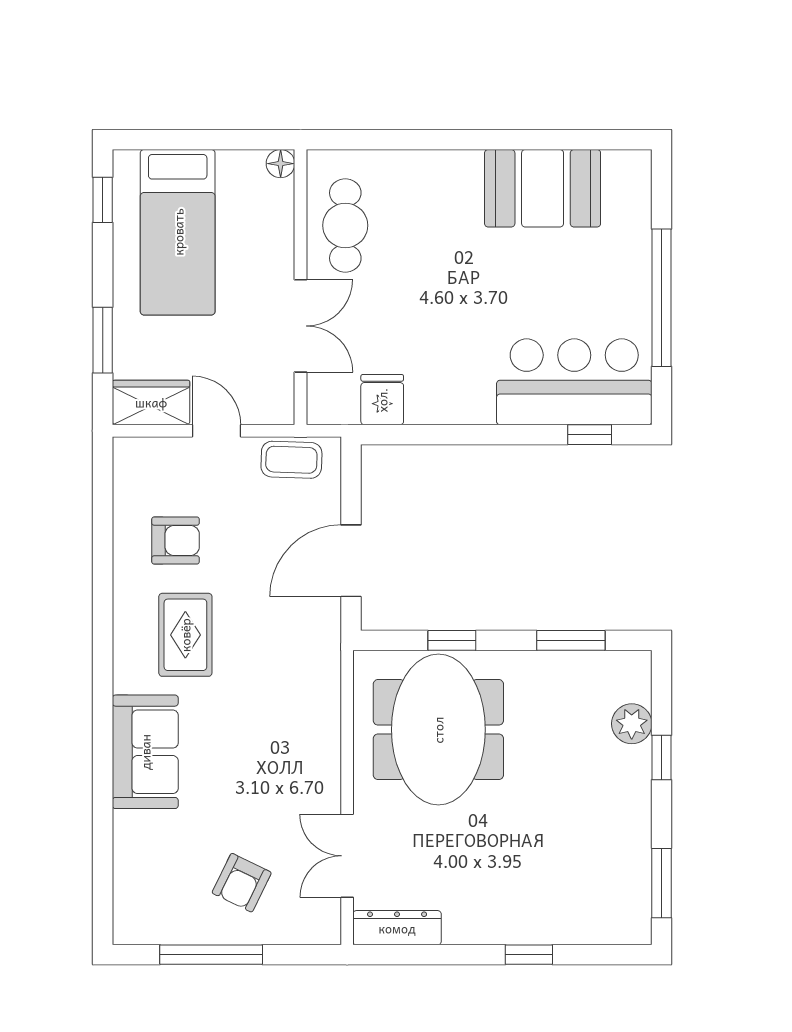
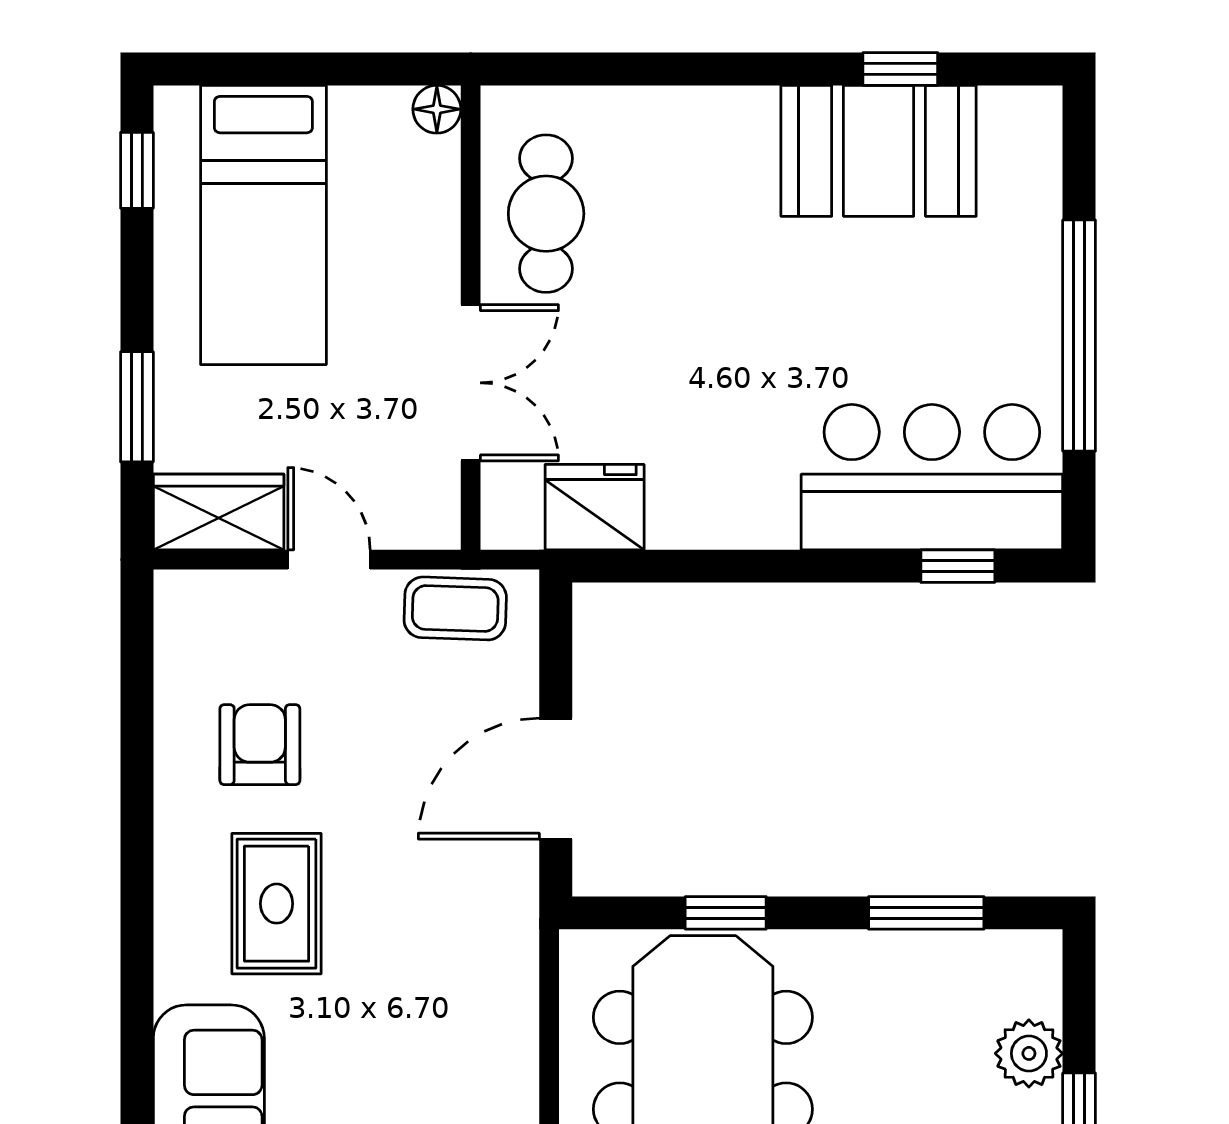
window: (555, 140) -> (900, 69), added
fridge: (382, 400) -> (595, 507), width x1.38
armchair: (176, 540) -> (260, 745), turned -90

